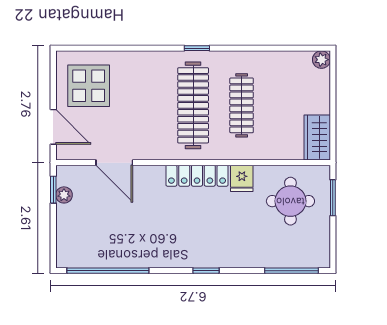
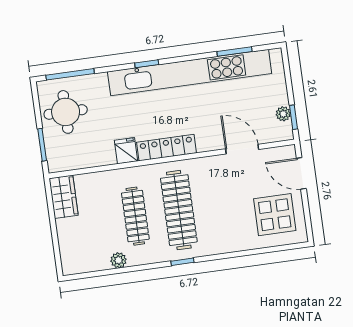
plant: (321, 60) -> (119, 260), moved
round table: (290, 201) -> (66, 112), moved
kitchen unit: (160, 254) -> (190, 73), added
window: (108, 271) -> (234, 52), width x0.47

